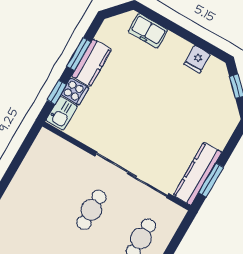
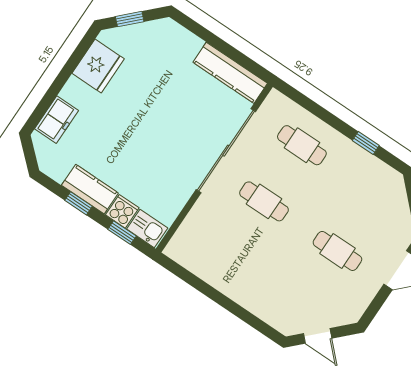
window: (79, 54) -> (78, 203), width x0.67
fridge: (197, 59) -> (98, 66), width x1.88, depth x1.34
window: (211, 180) -> (239, 57), removed

